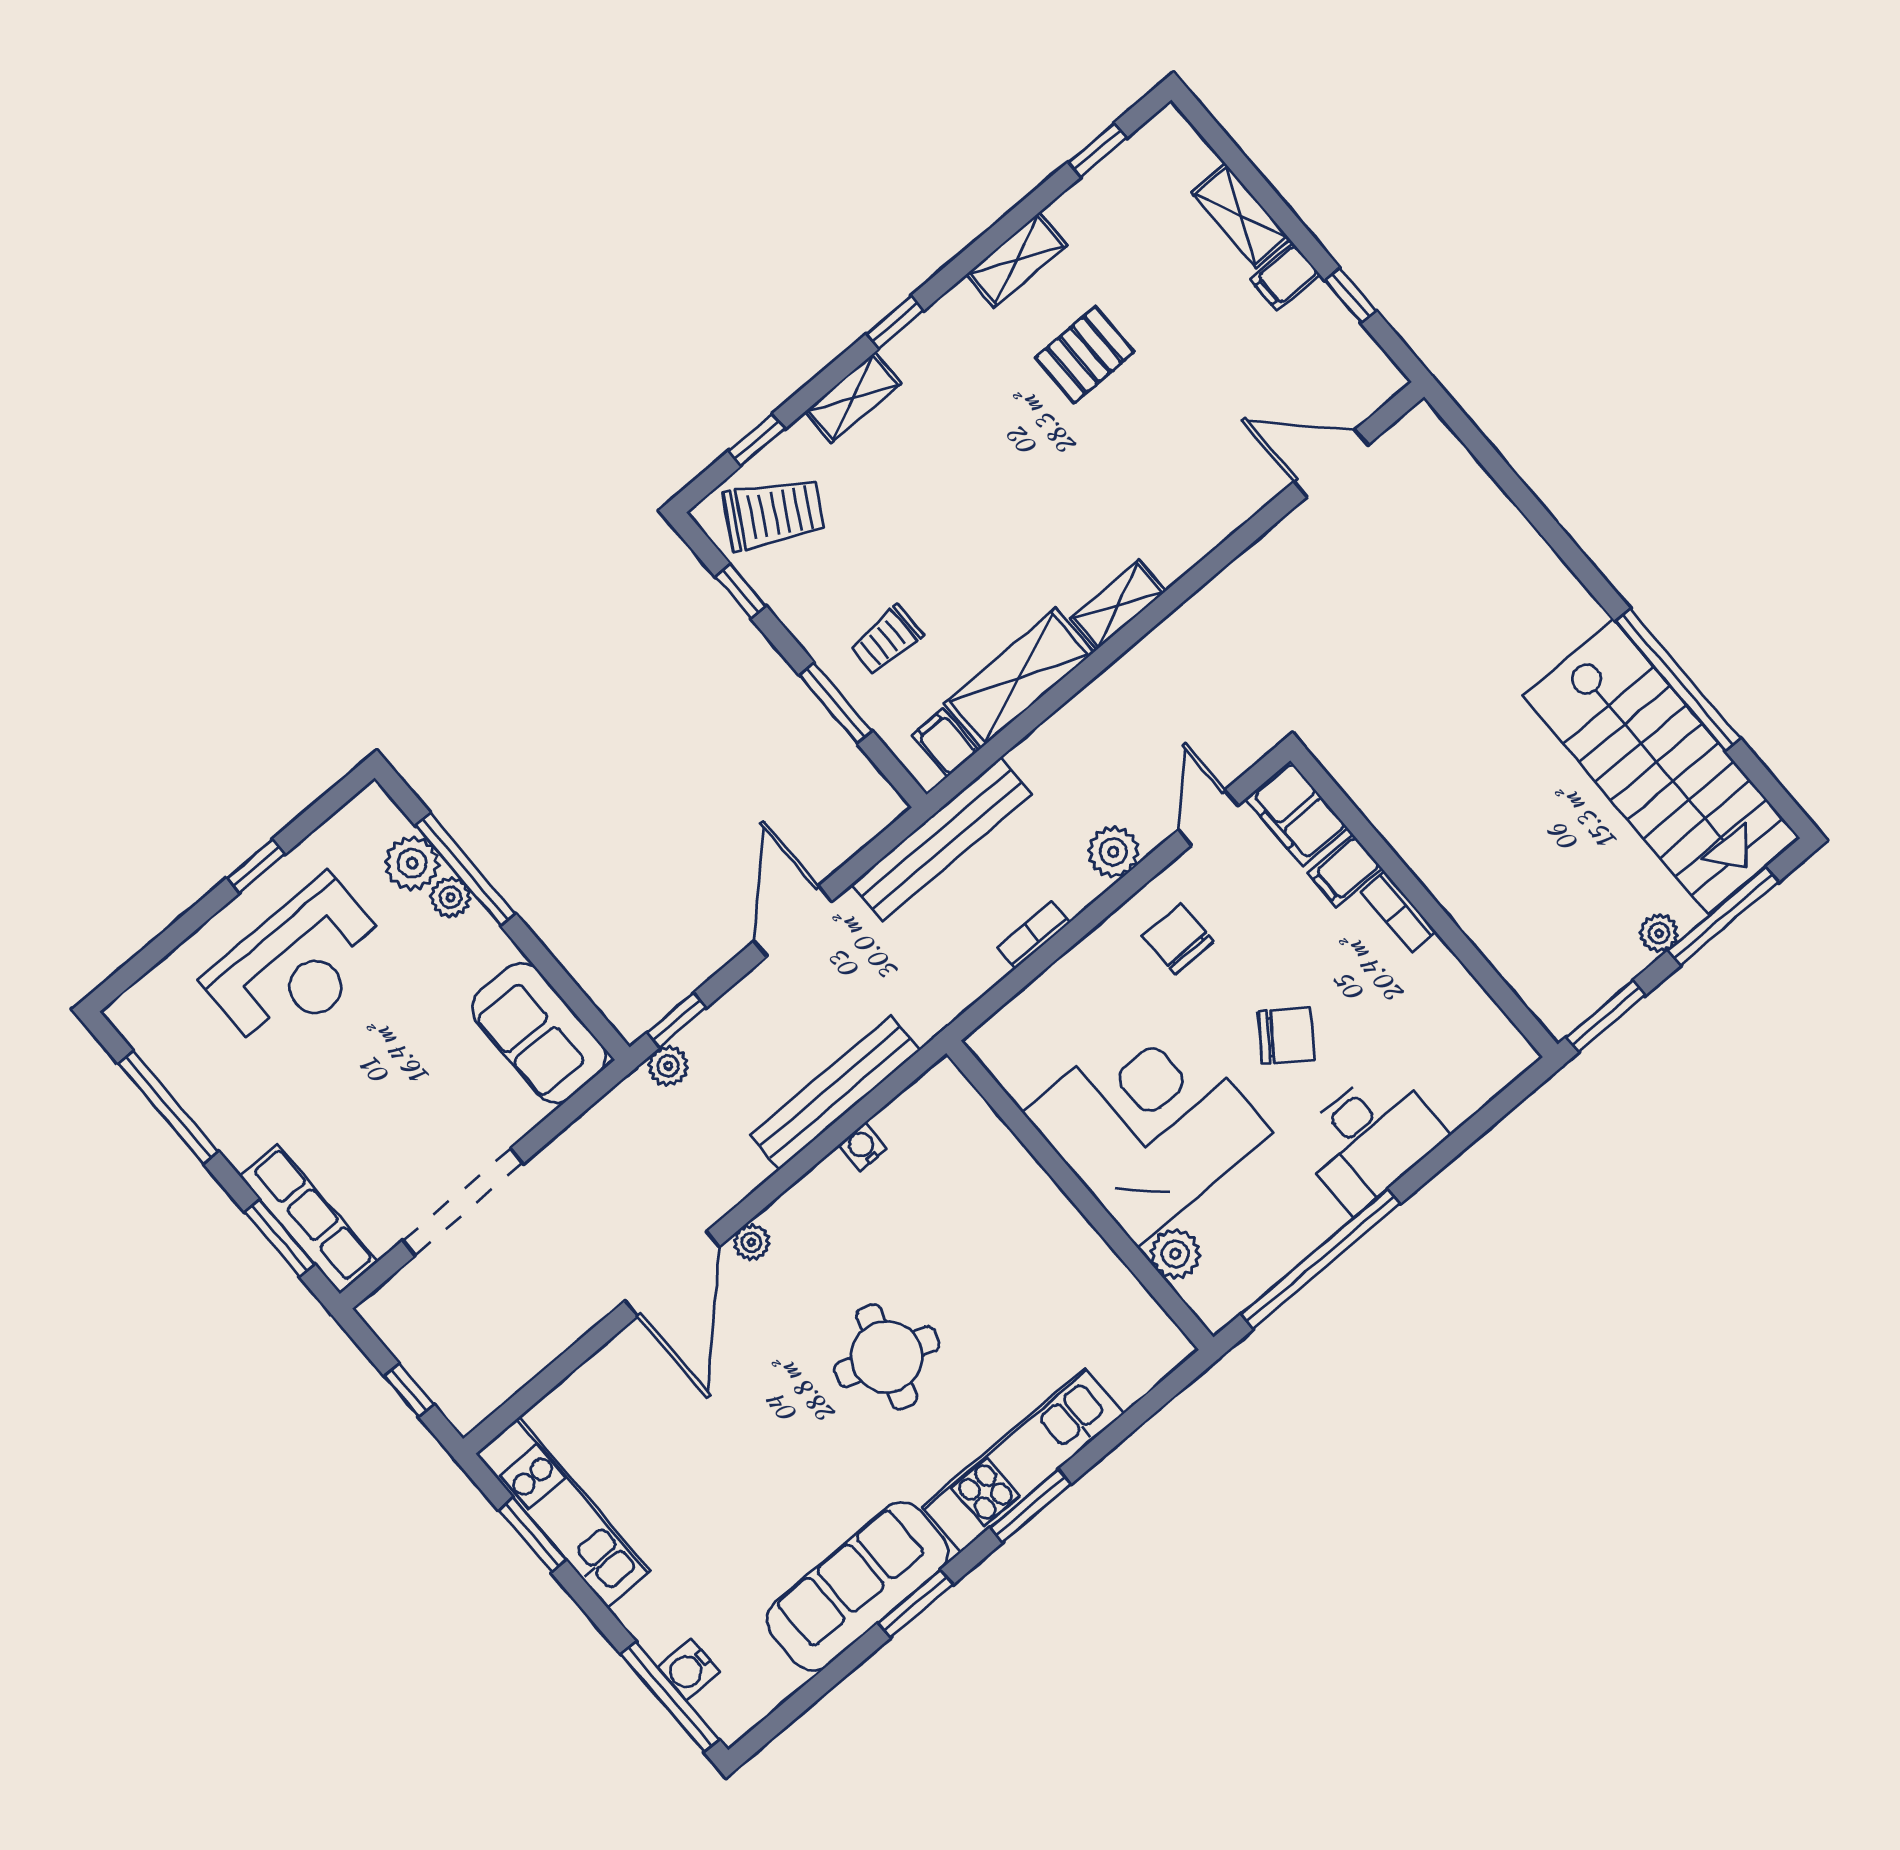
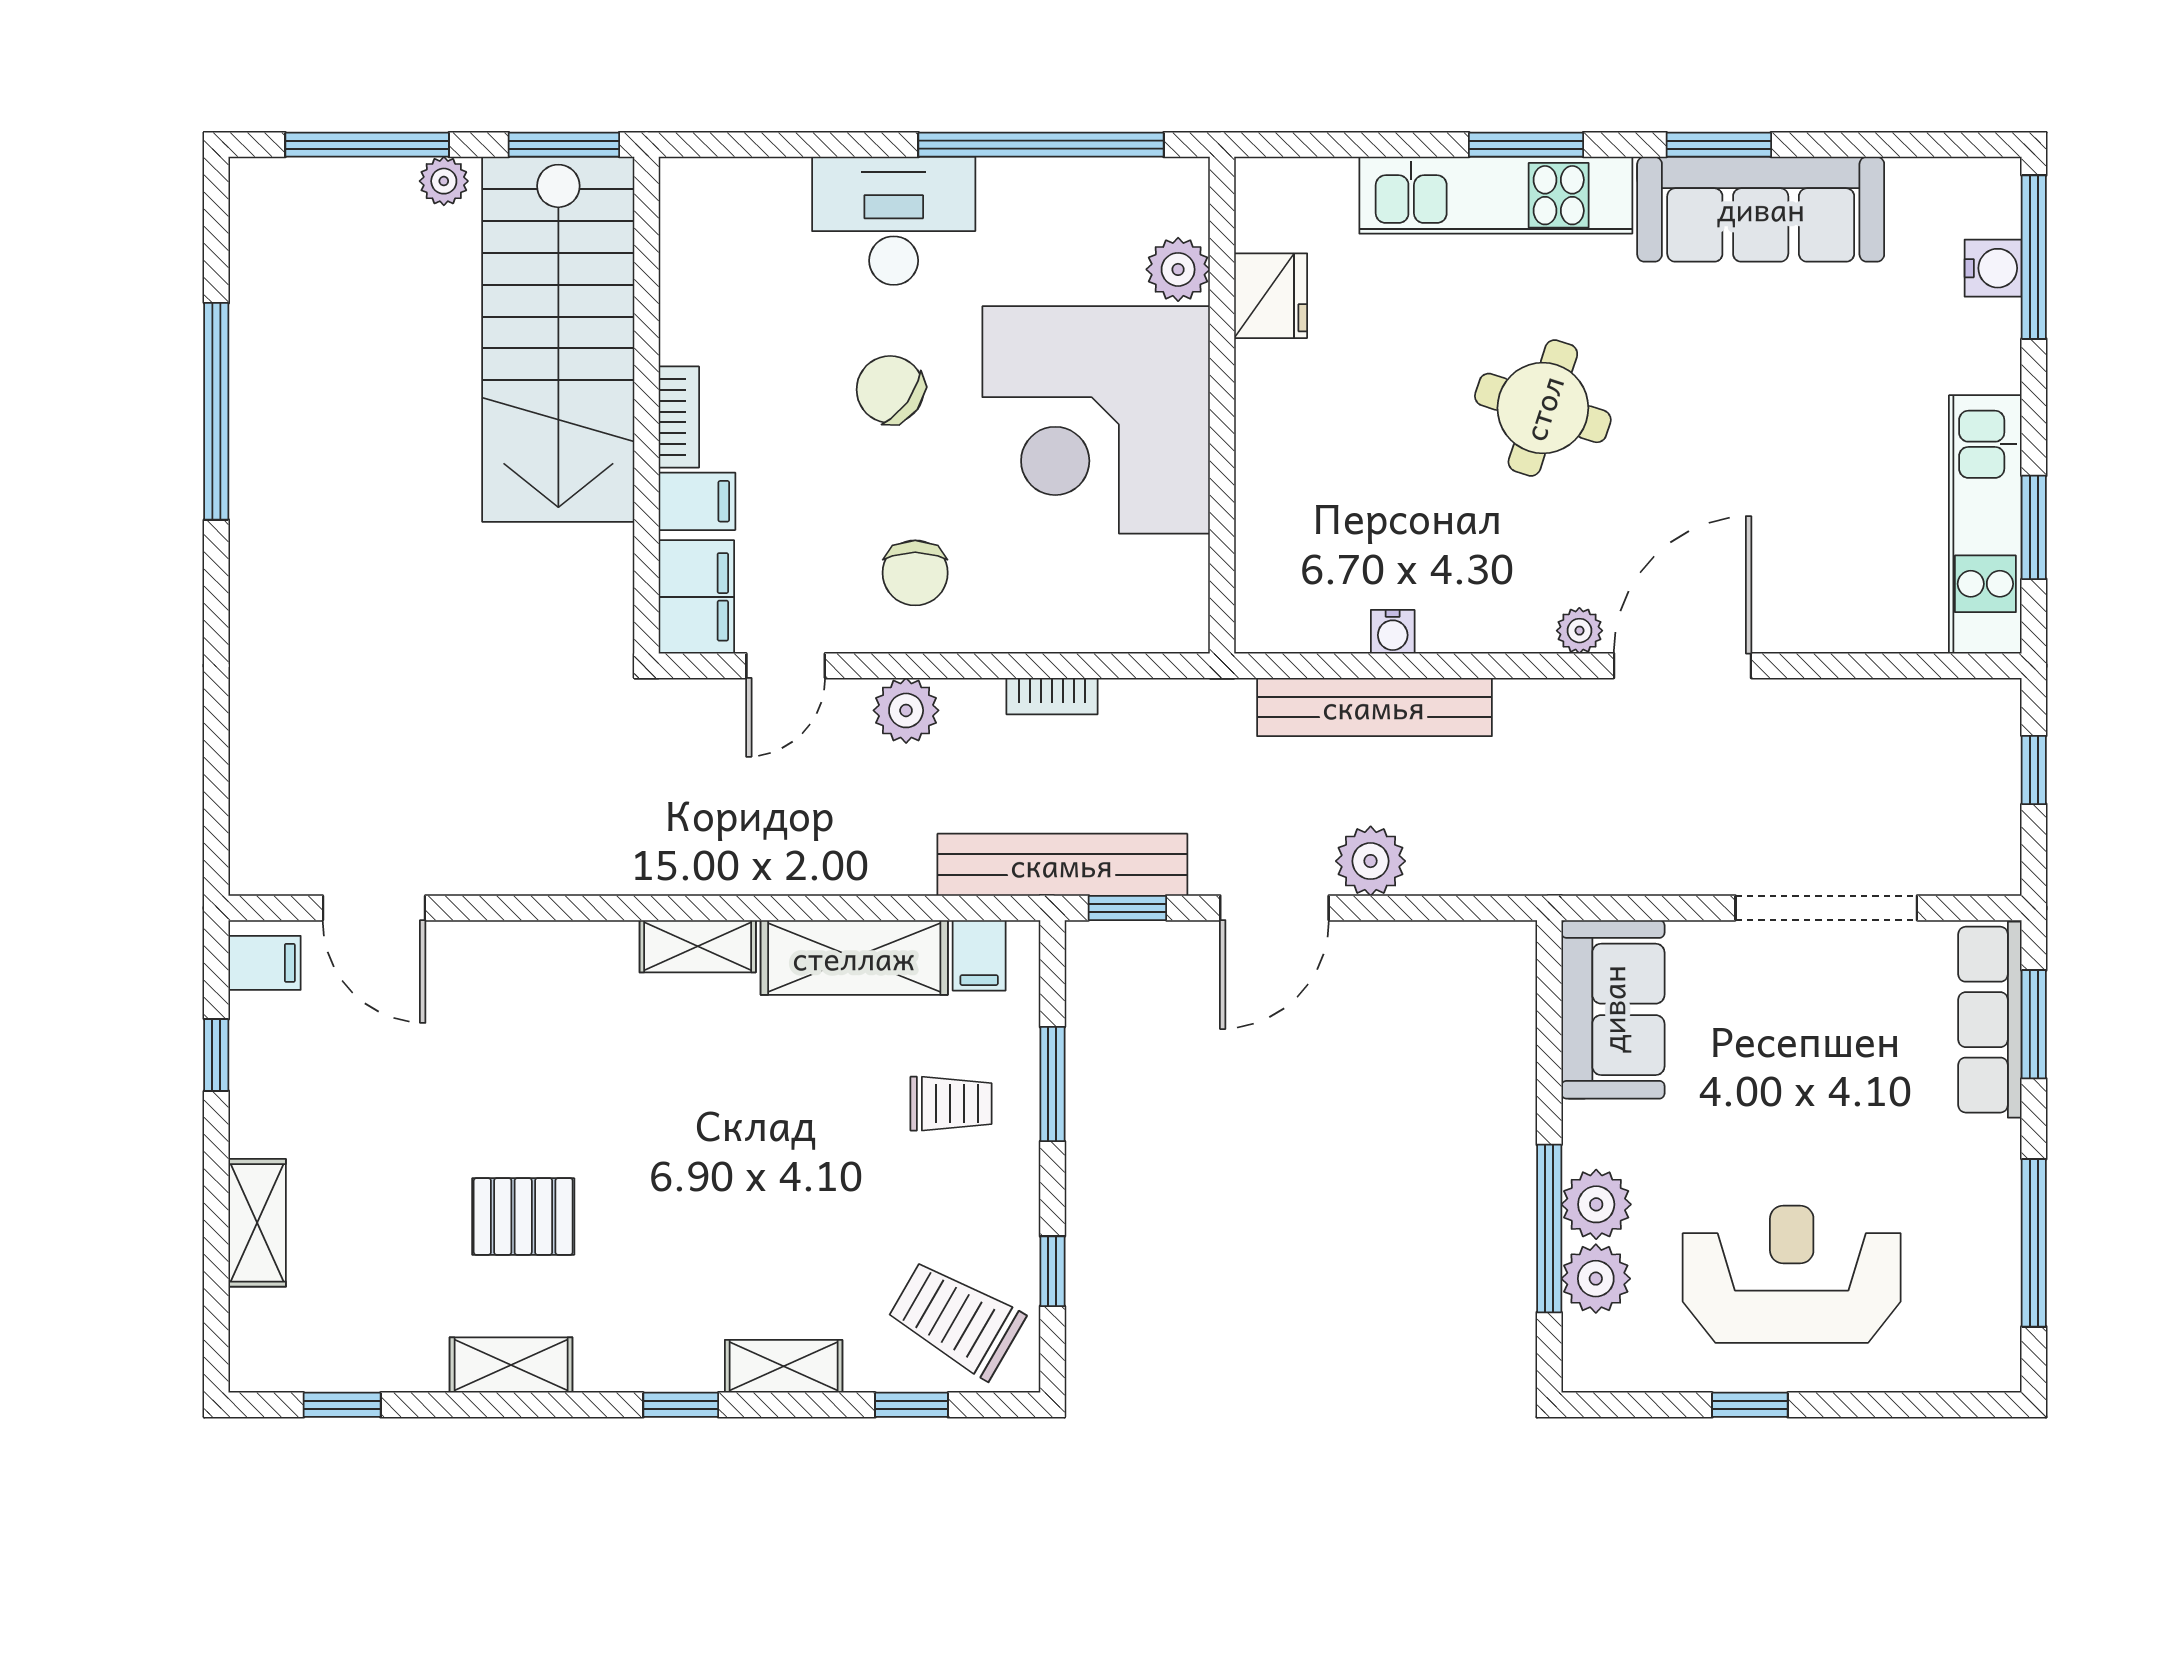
filing cabinet: (1285, 277) -> (265, 963), moved
stairs: (1661, 766) -> (558, 339), moved, turned 180
plant: (450, 897) -> (1596, 1204), width x1.38, depth x1.38
window: (677, 1020) -> (1127, 908), moved
plant: (668, 1066) -> (1371, 861), moved, width x1.38, depth x1.38
fridge: (1106, 1285) -> (1271, 296), added

